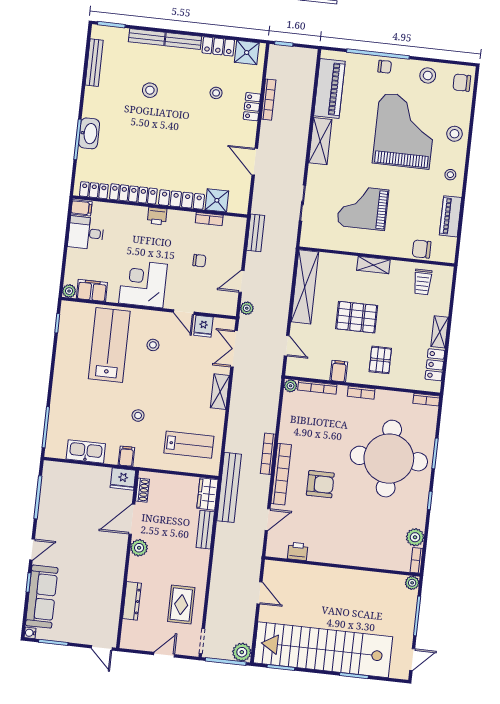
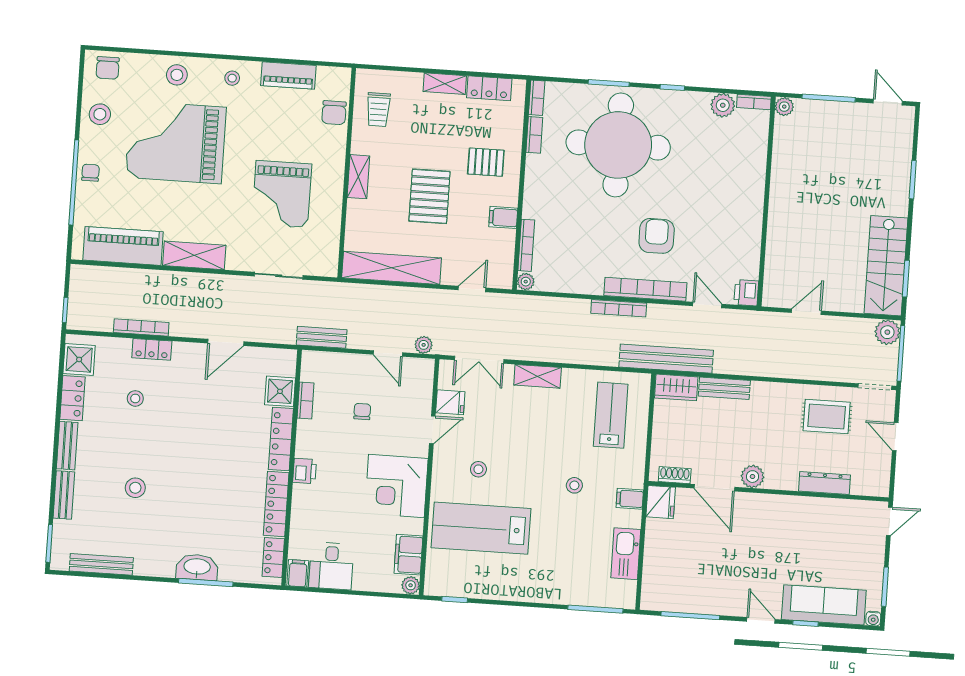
trolley: (423, 282) -> (378, 110), turned 90
bookcase: (361, 393) -> (534, 135), moved
printer: (298, 551) -> (746, 293), moved
stairs: (323, 650) -> (886, 266), width x0.54, depth x0.66

